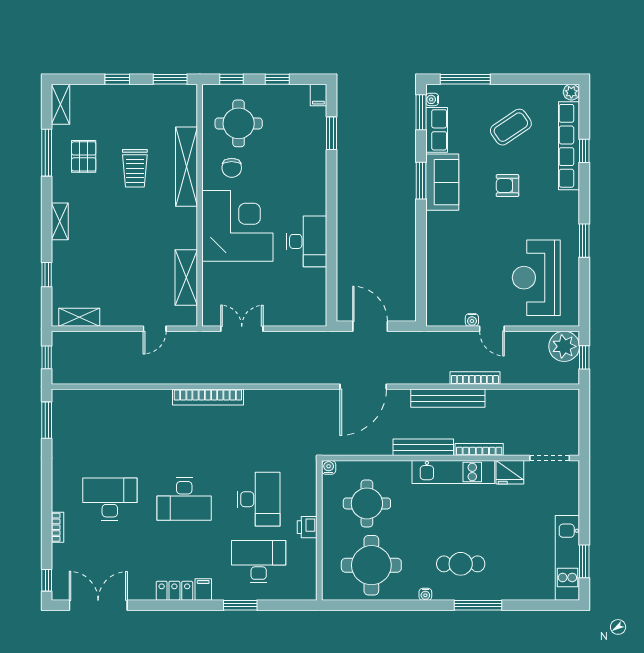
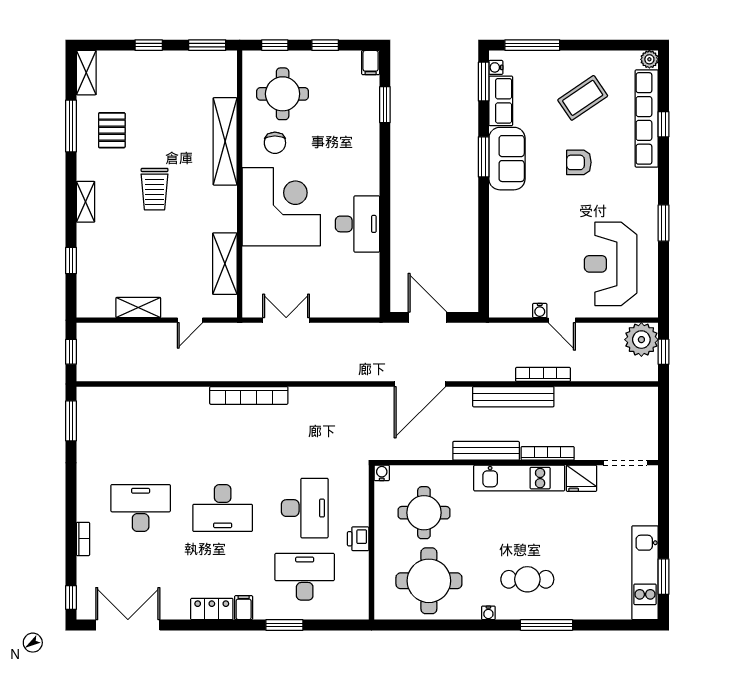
trolley: (135, 168) -> (155, 189), moved
shelving: (79, 317) -> (138, 308), moved

